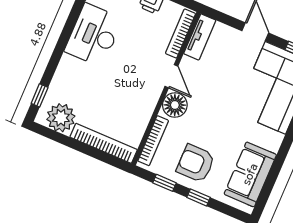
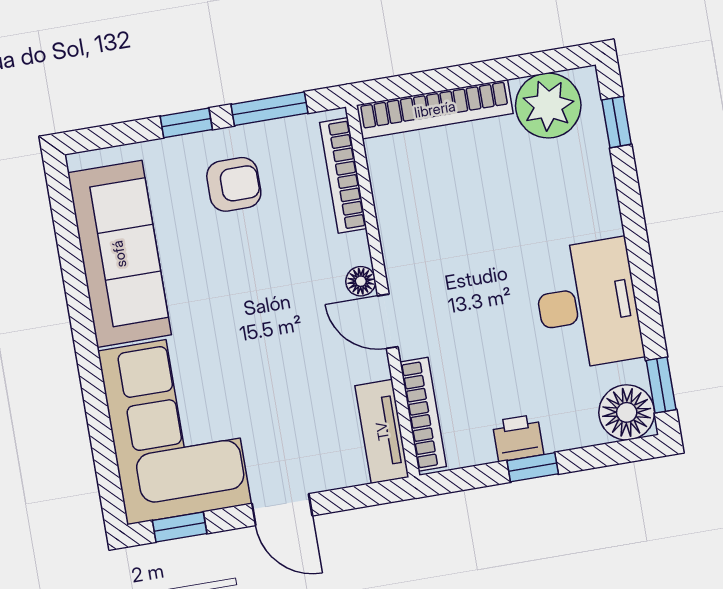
floor lamp: (175, 105) -> (361, 281), width x0.53, depth x0.53
armchair: (196, 163) -> (234, 184), width x0.72, depth x0.72
sofa: (250, 174) -> (119, 254), width x1.36
window: (165, 183) -> (269, 109), width x1.50

